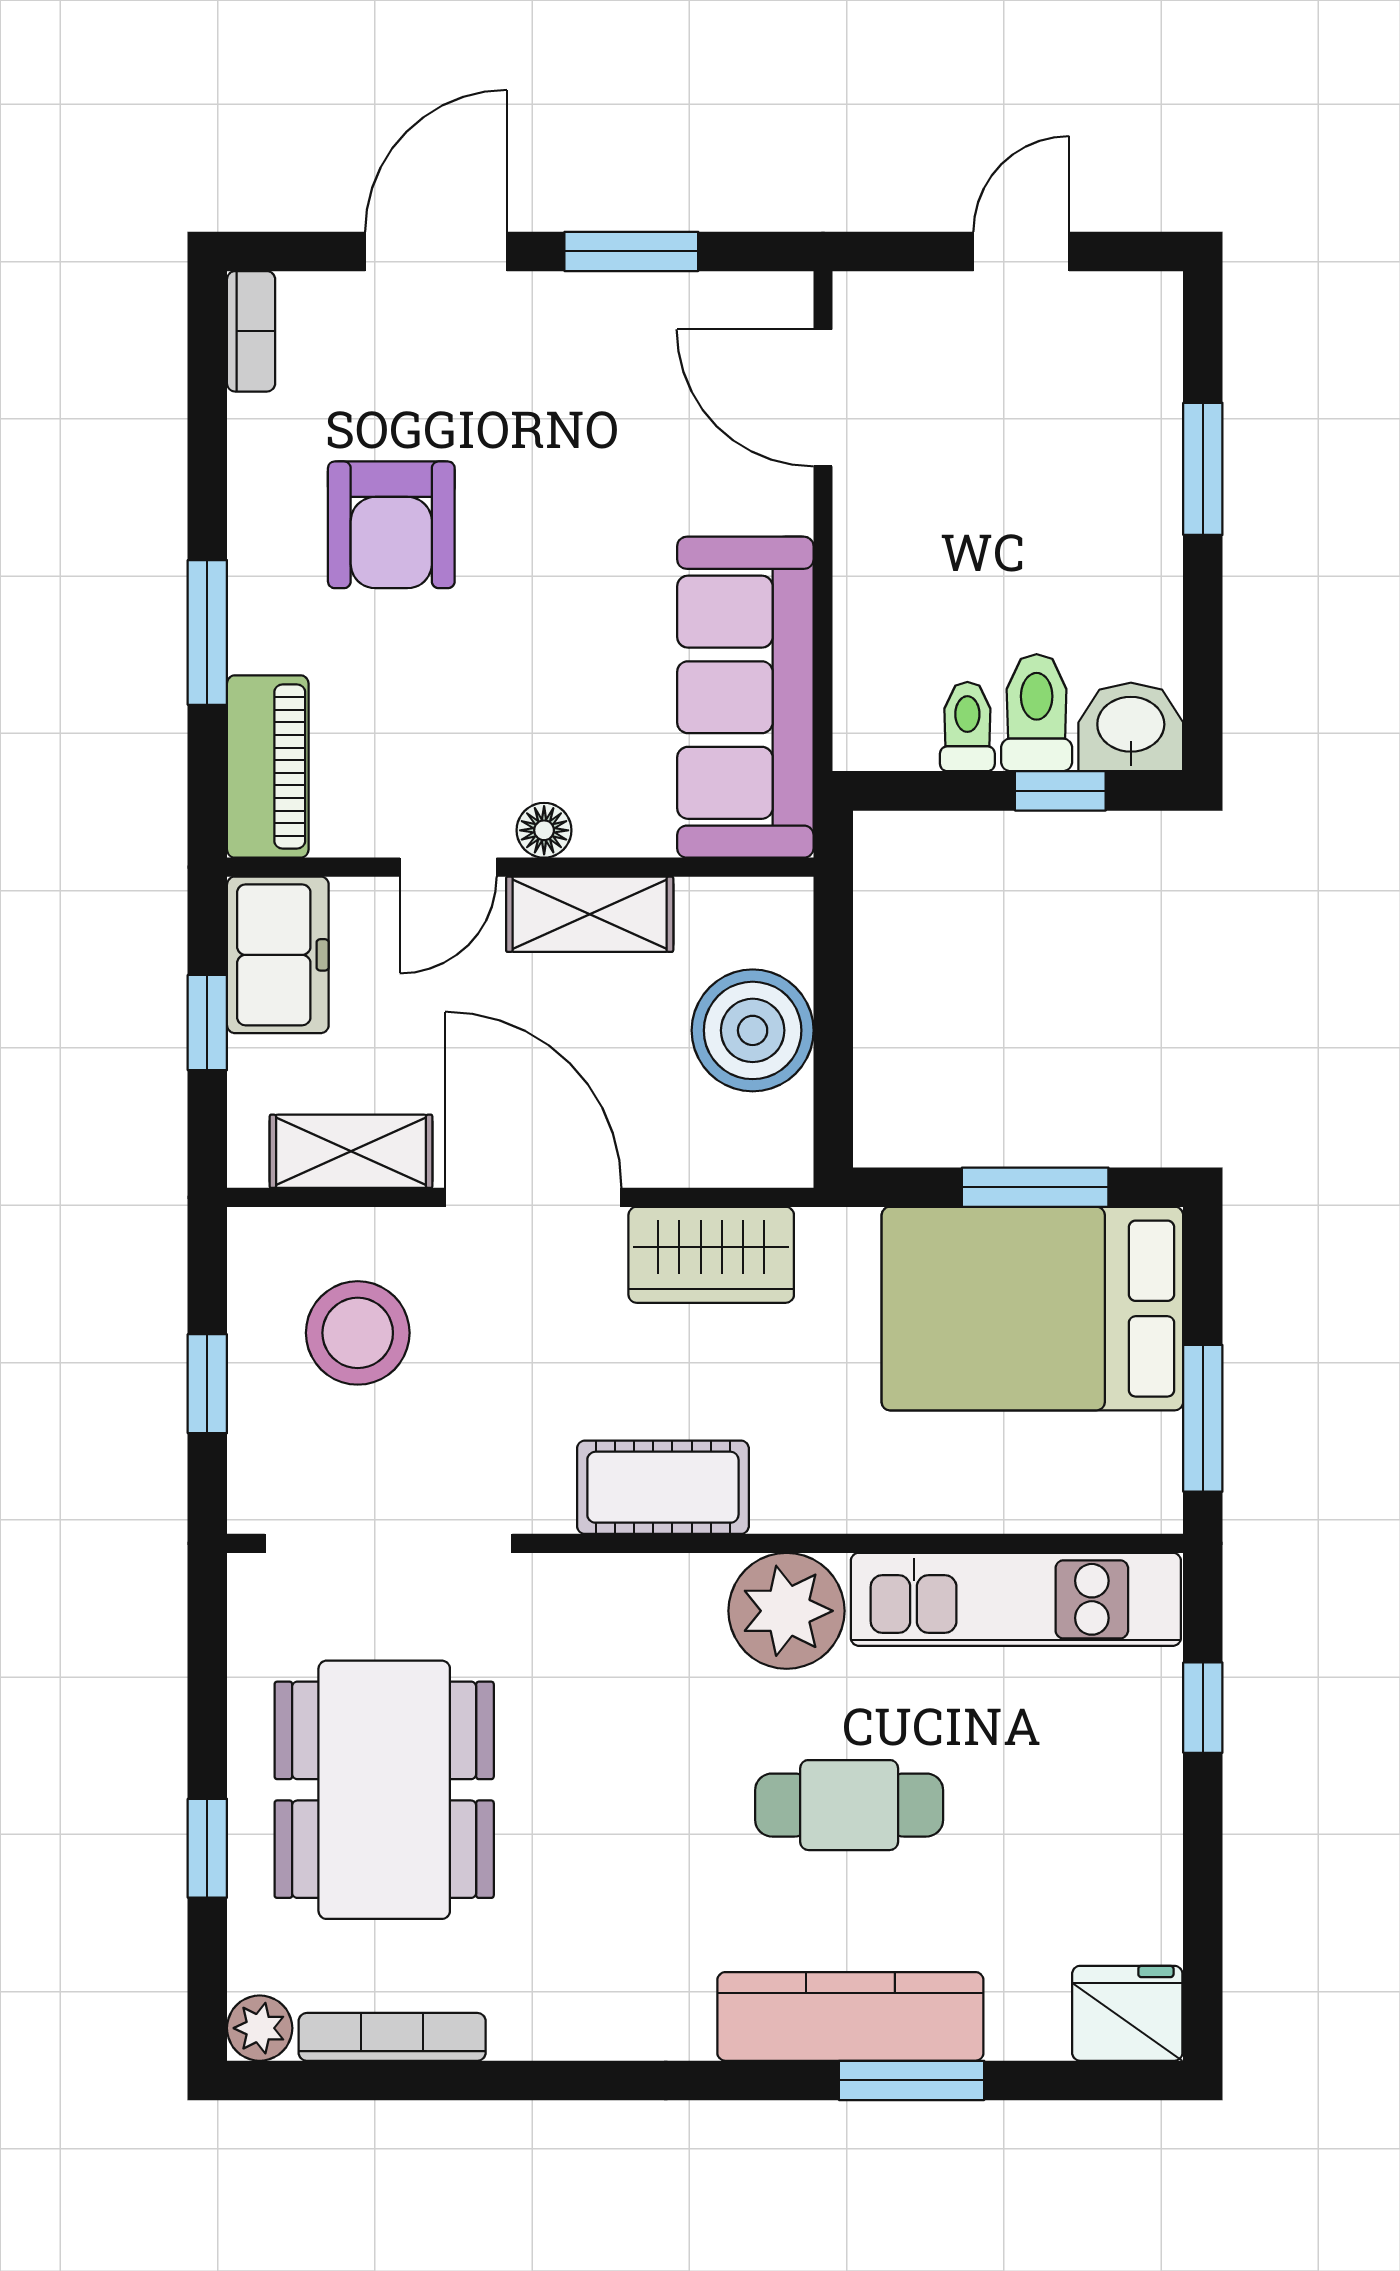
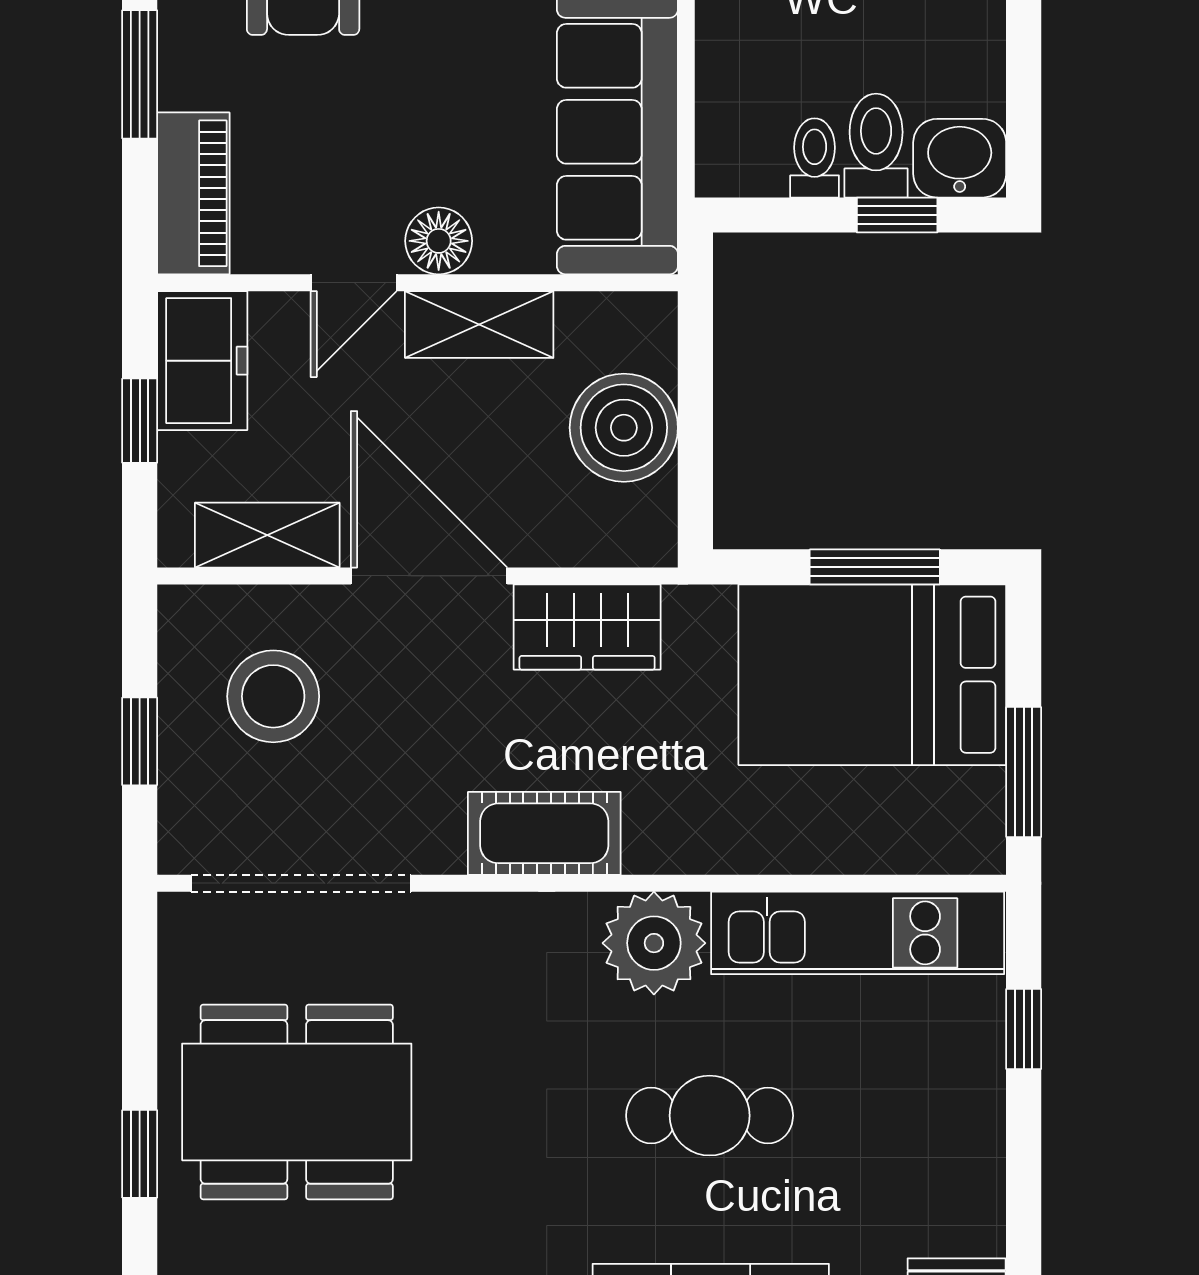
floor lamp: (544, 830) -> (439, 241), width x1.37, depth x1.37
dining table: (384, 1790) -> (297, 1102), turned 90

